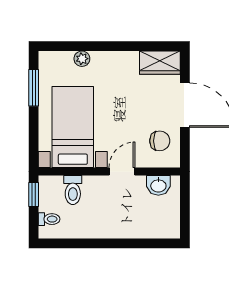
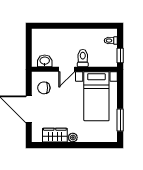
plant: (82, 59) -> (73, 138), moved
wardrobe: (160, 63) -> (55, 135), moved
toilet: (73, 190) -> (83, 58), moved

